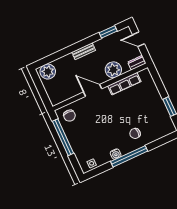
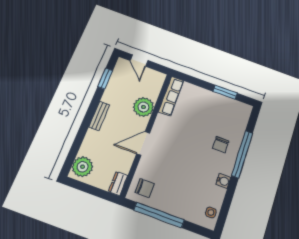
door: (138, 39) -> (139, 61), hinge flipped
dresser: (137, 63) -> (118, 183), moved
row of seats: (124, 84) -> (171, 96), moved
window: (129, 156) -> (242, 154), moved

